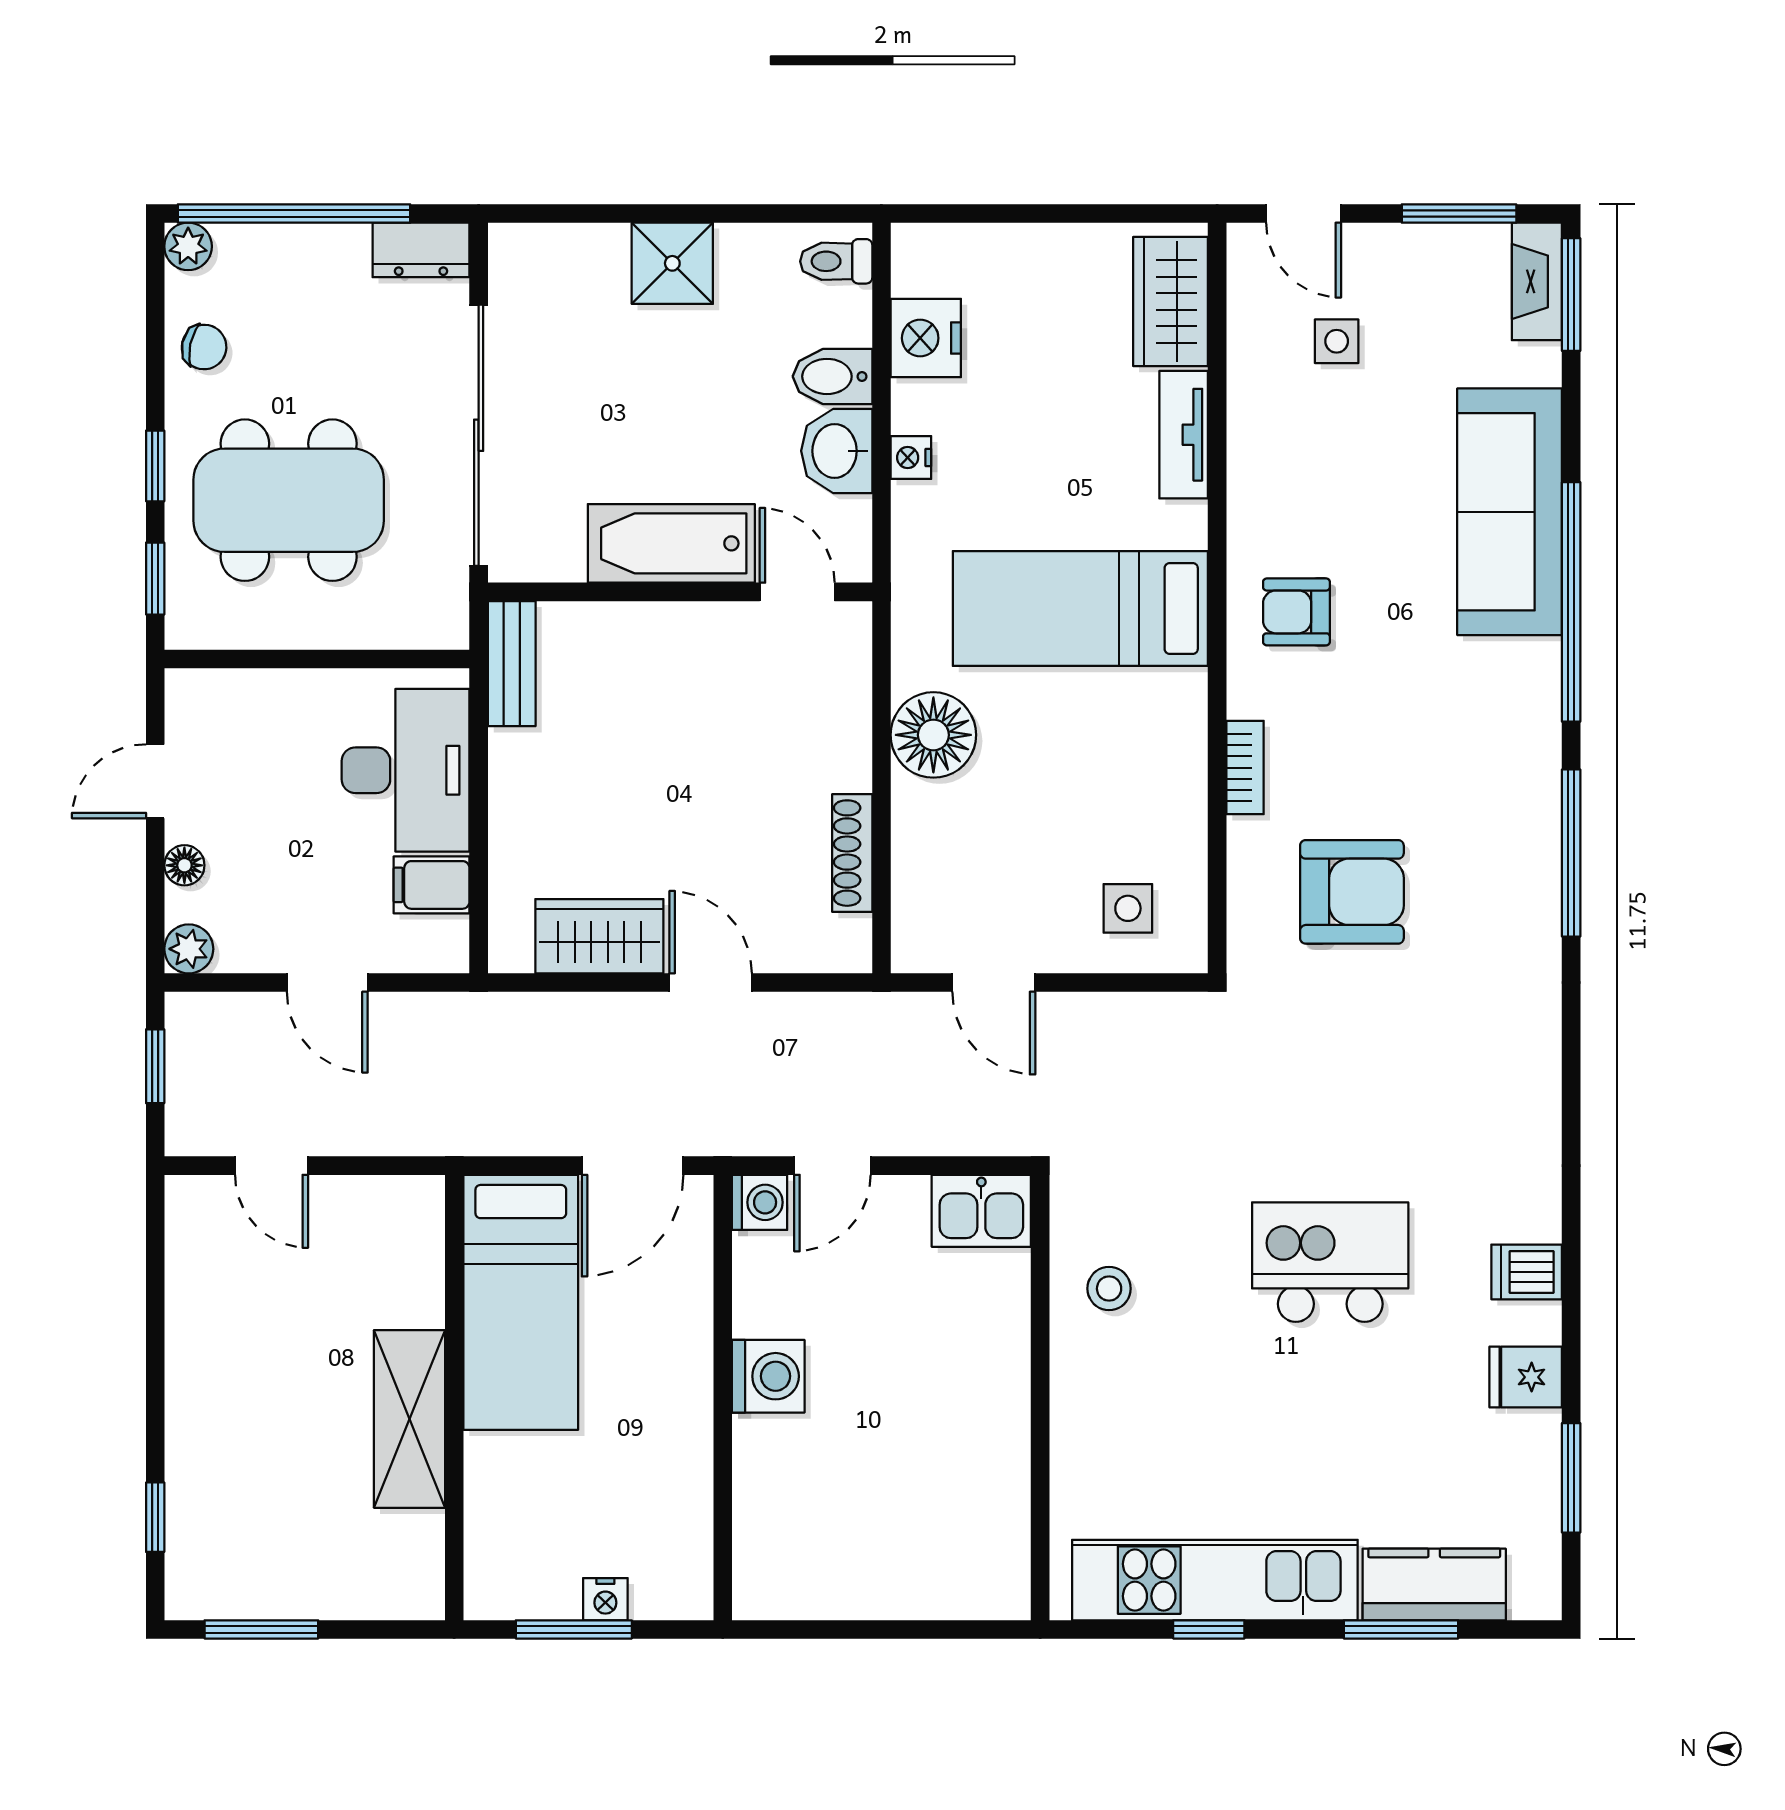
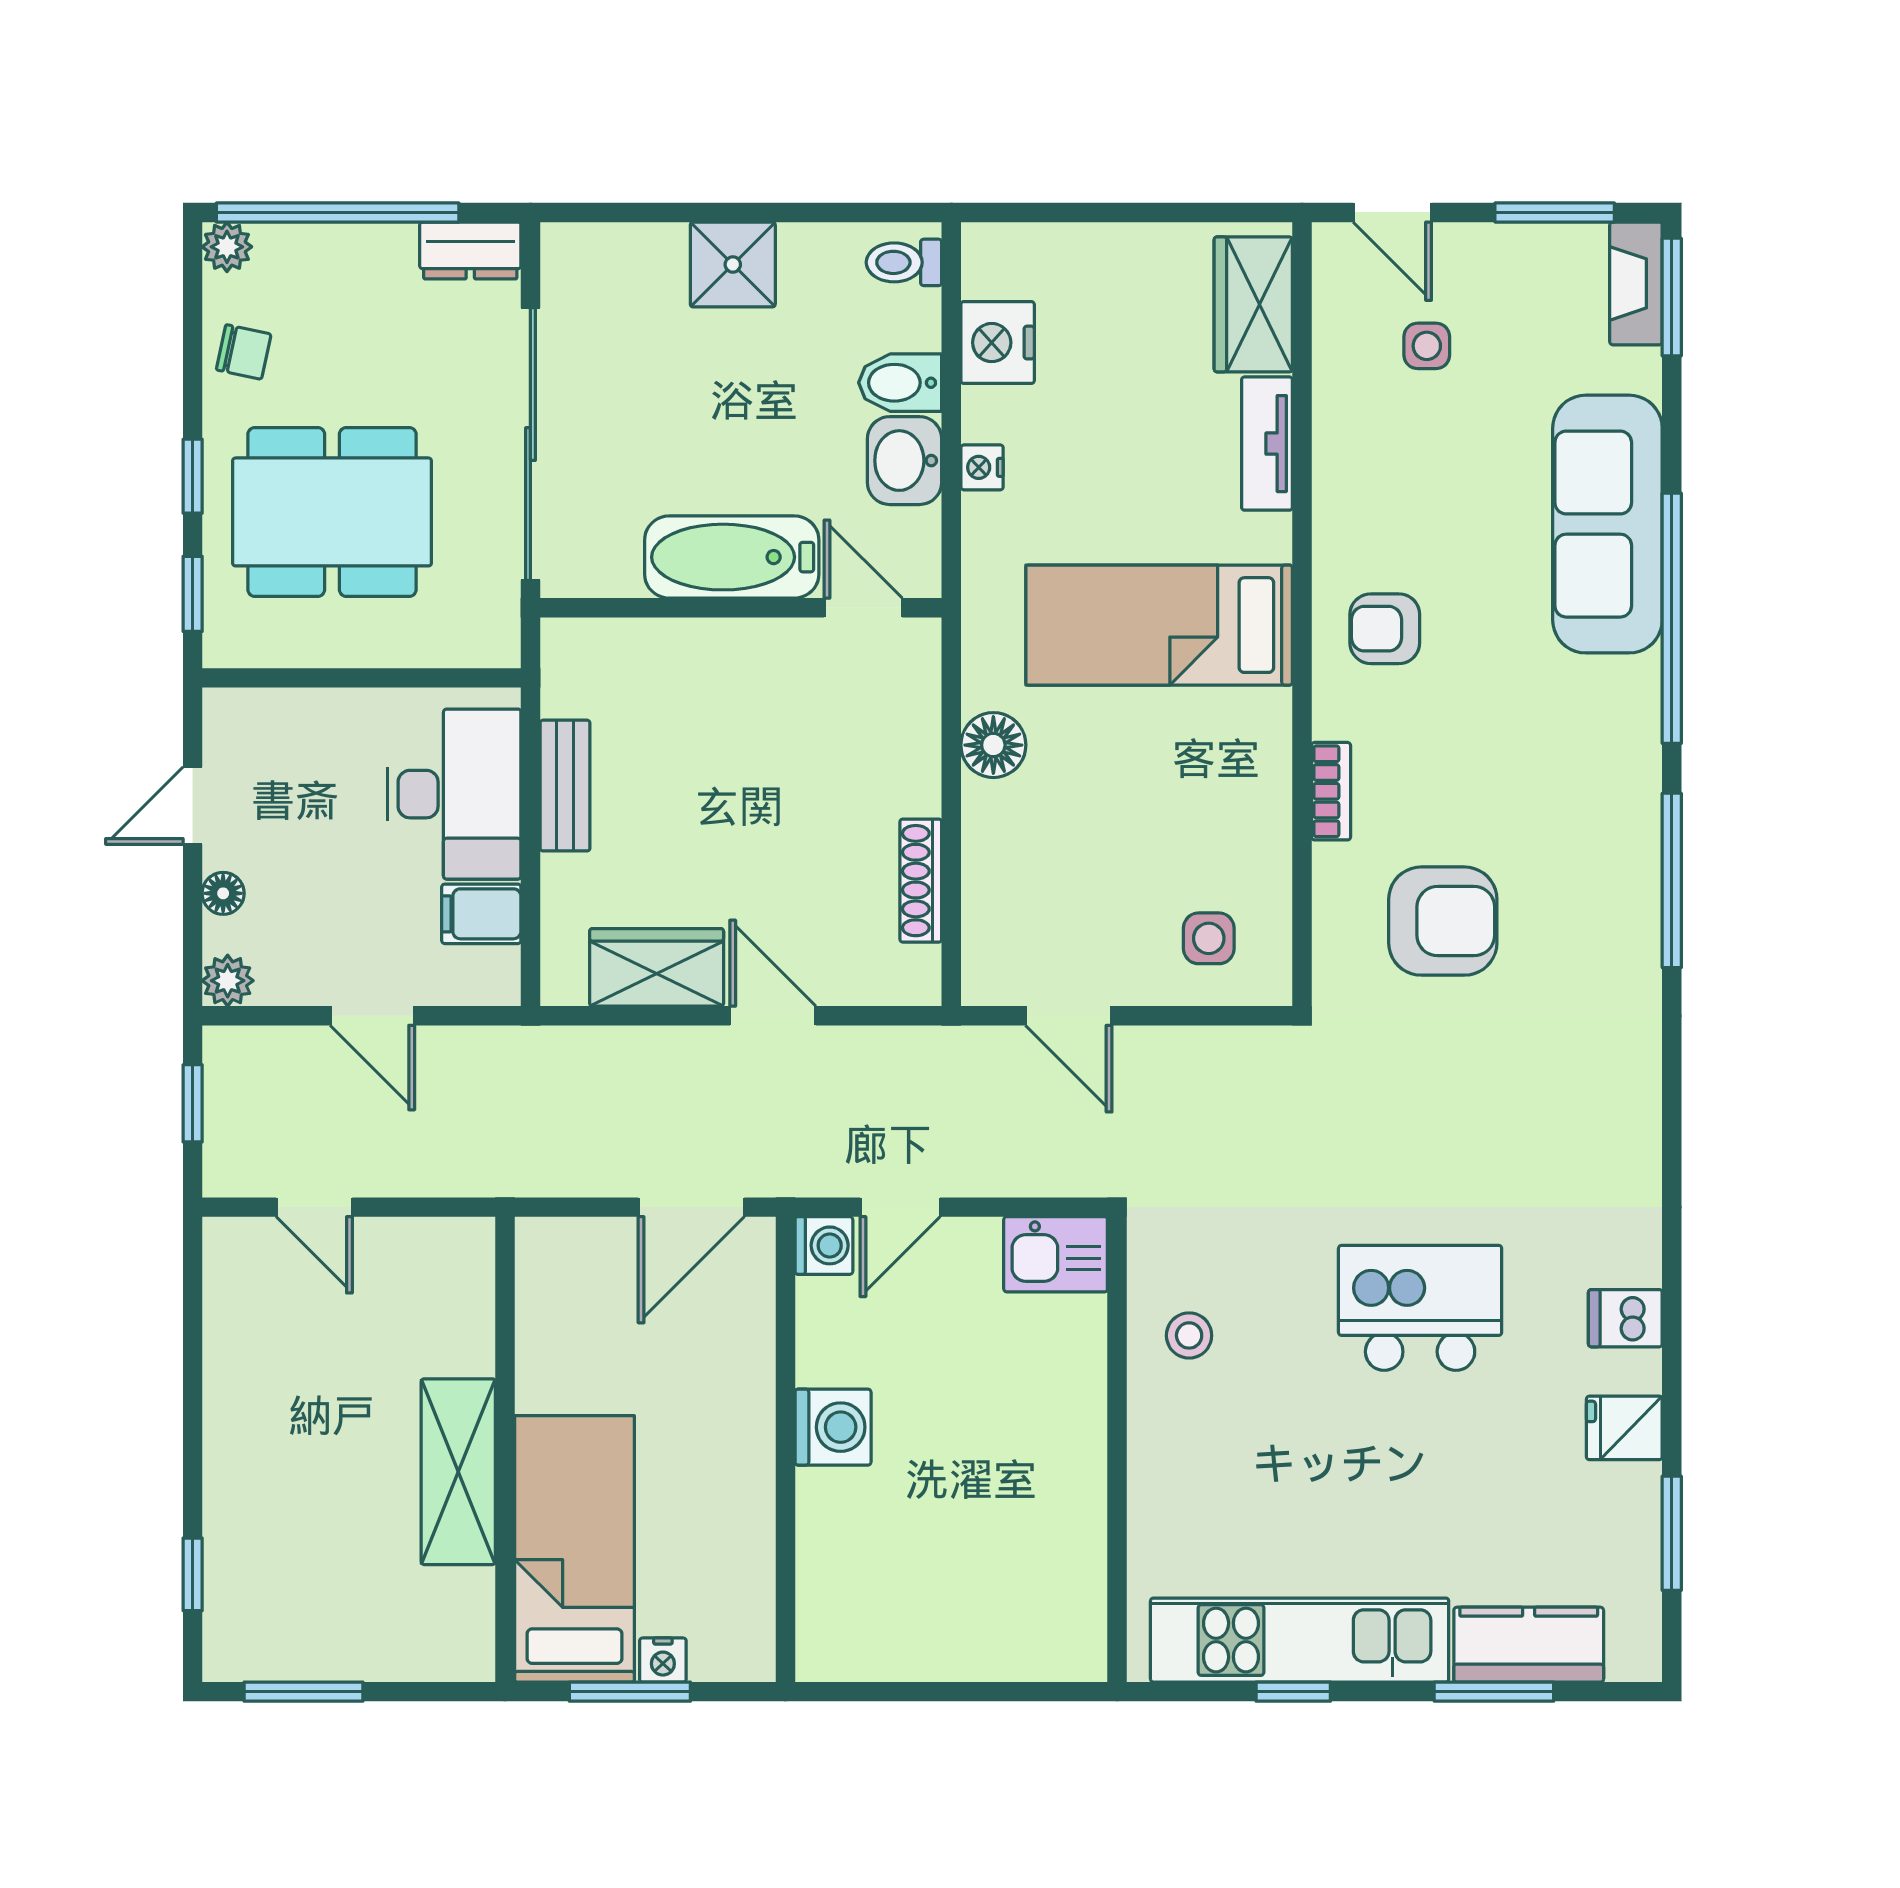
bench: (512, 664) -> (565, 786), moved
floor lamp: (933, 735) -> (993, 745), width x0.73, depth x0.73
bed: (521, 1302) -> (574, 1549), moved, turned 180

